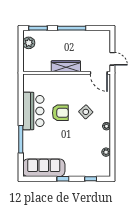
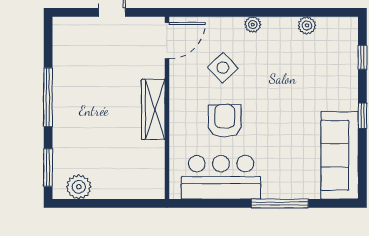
wardrobe: (66, 66) -> (153, 109), moved
wall: (67, 73) -> (167, 108), moved
door: (99, 73) -> (167, 41), moved

